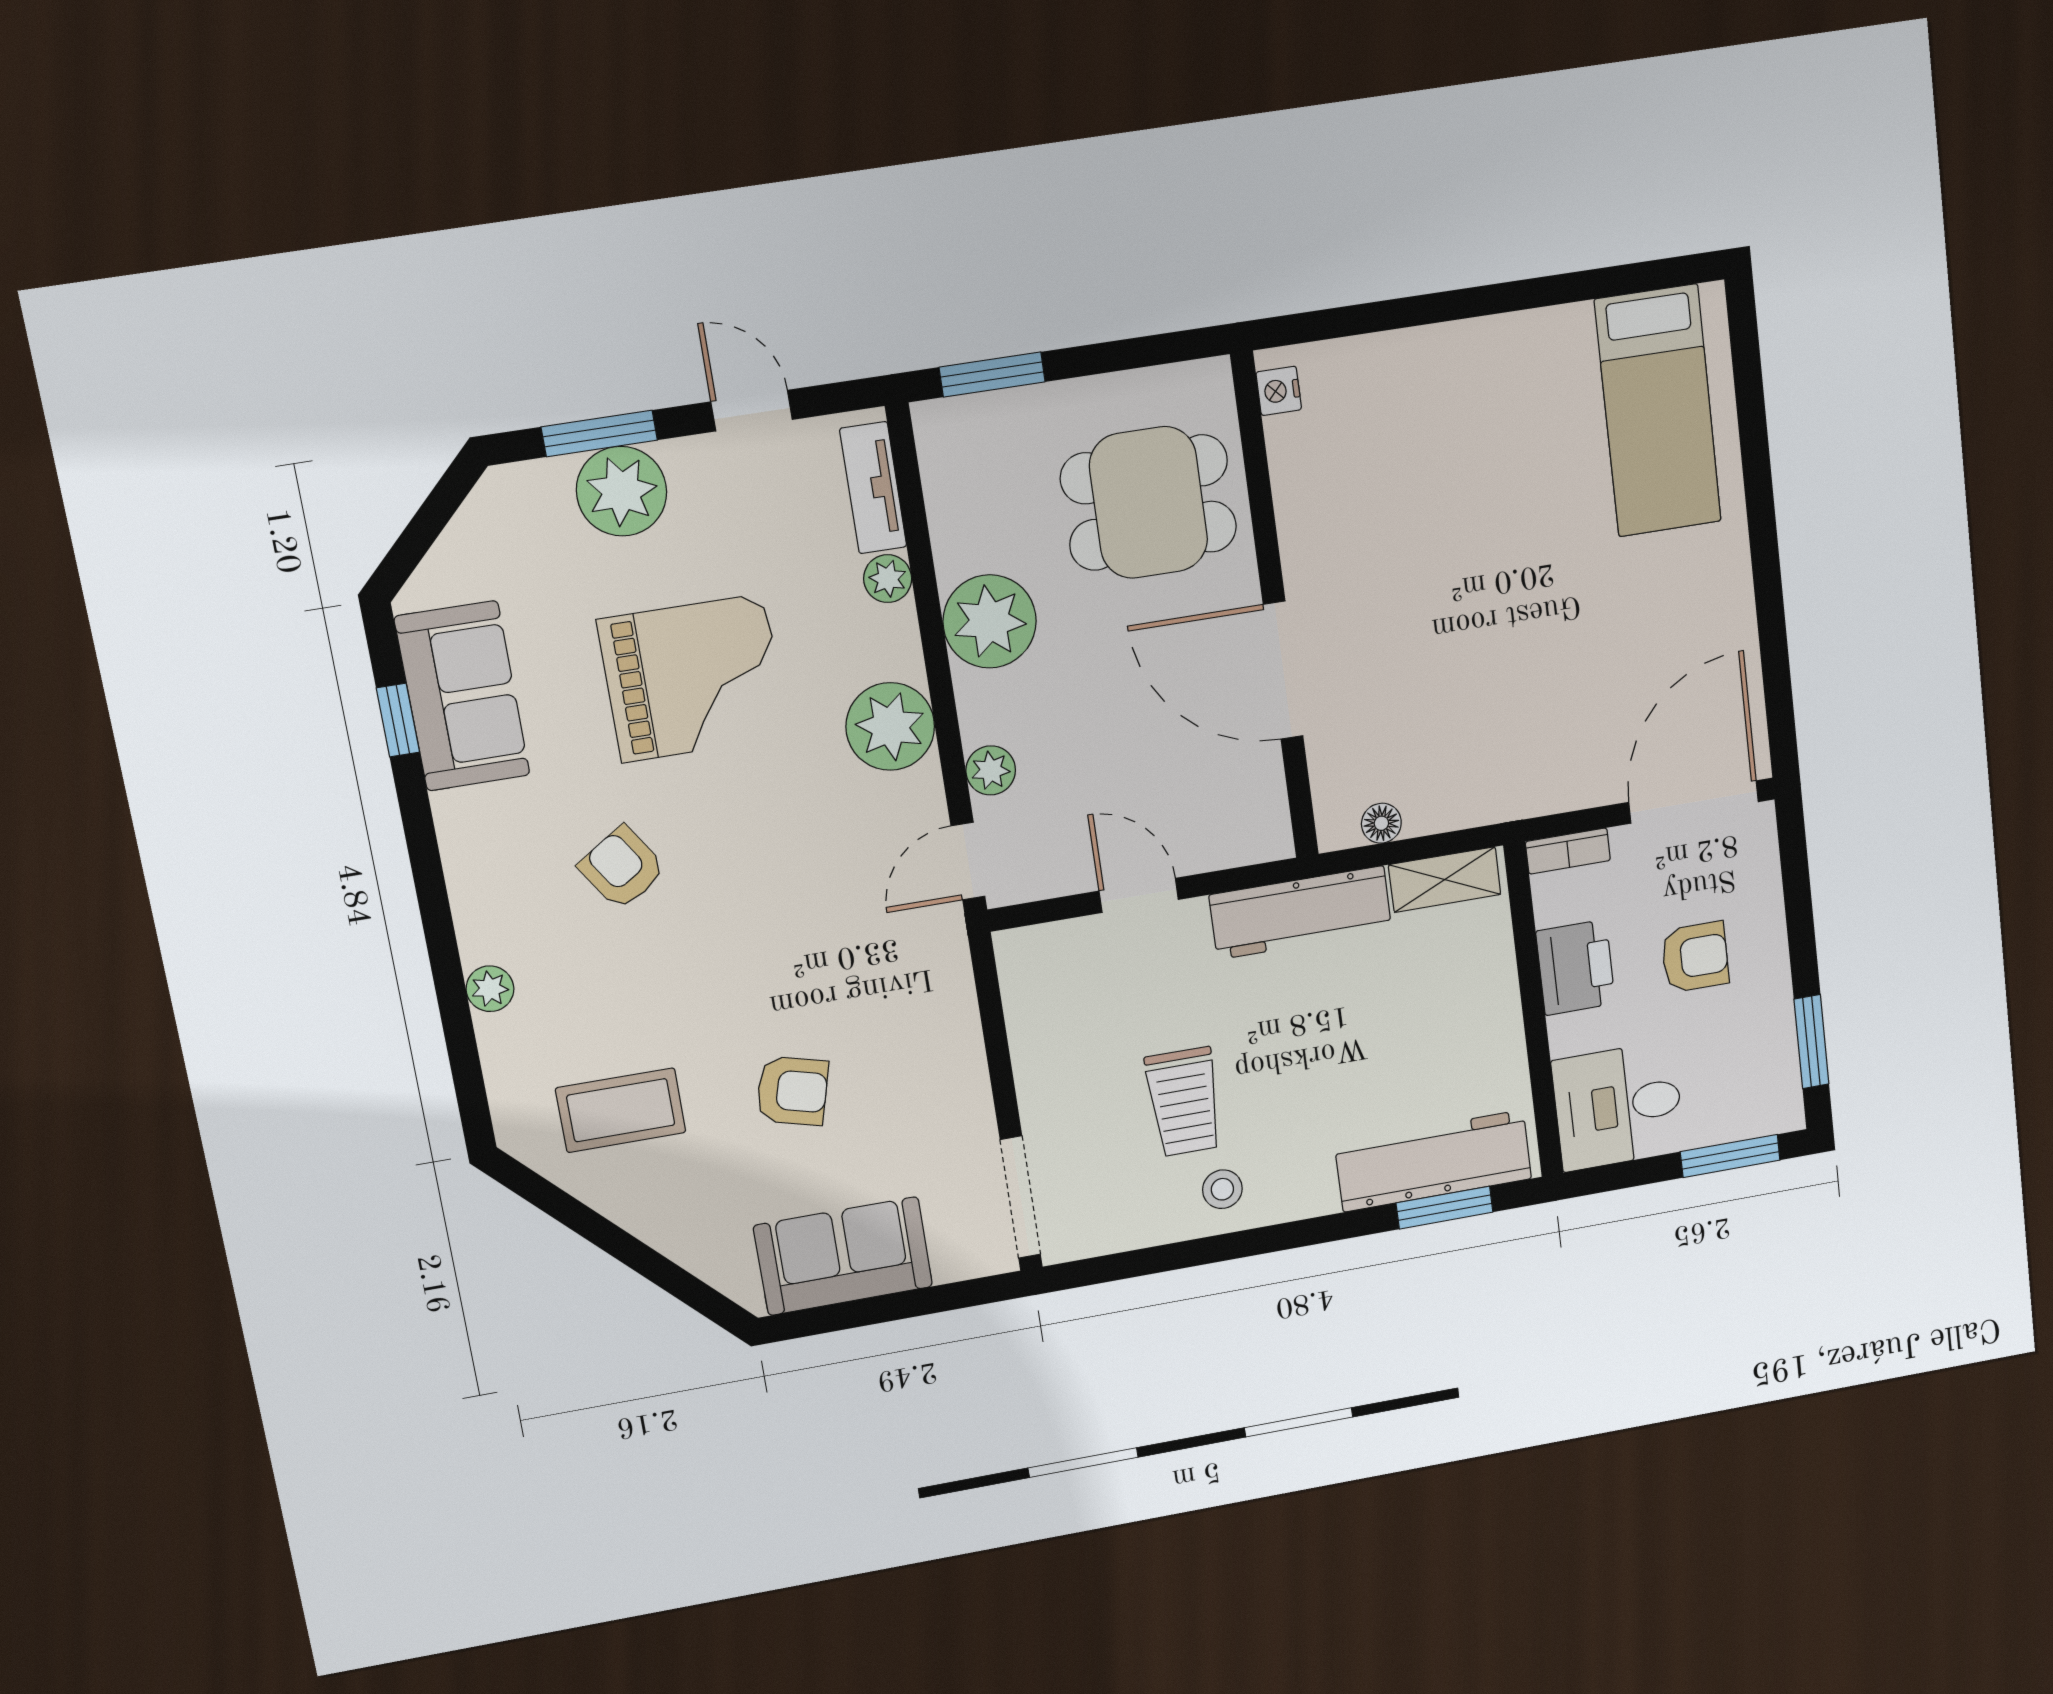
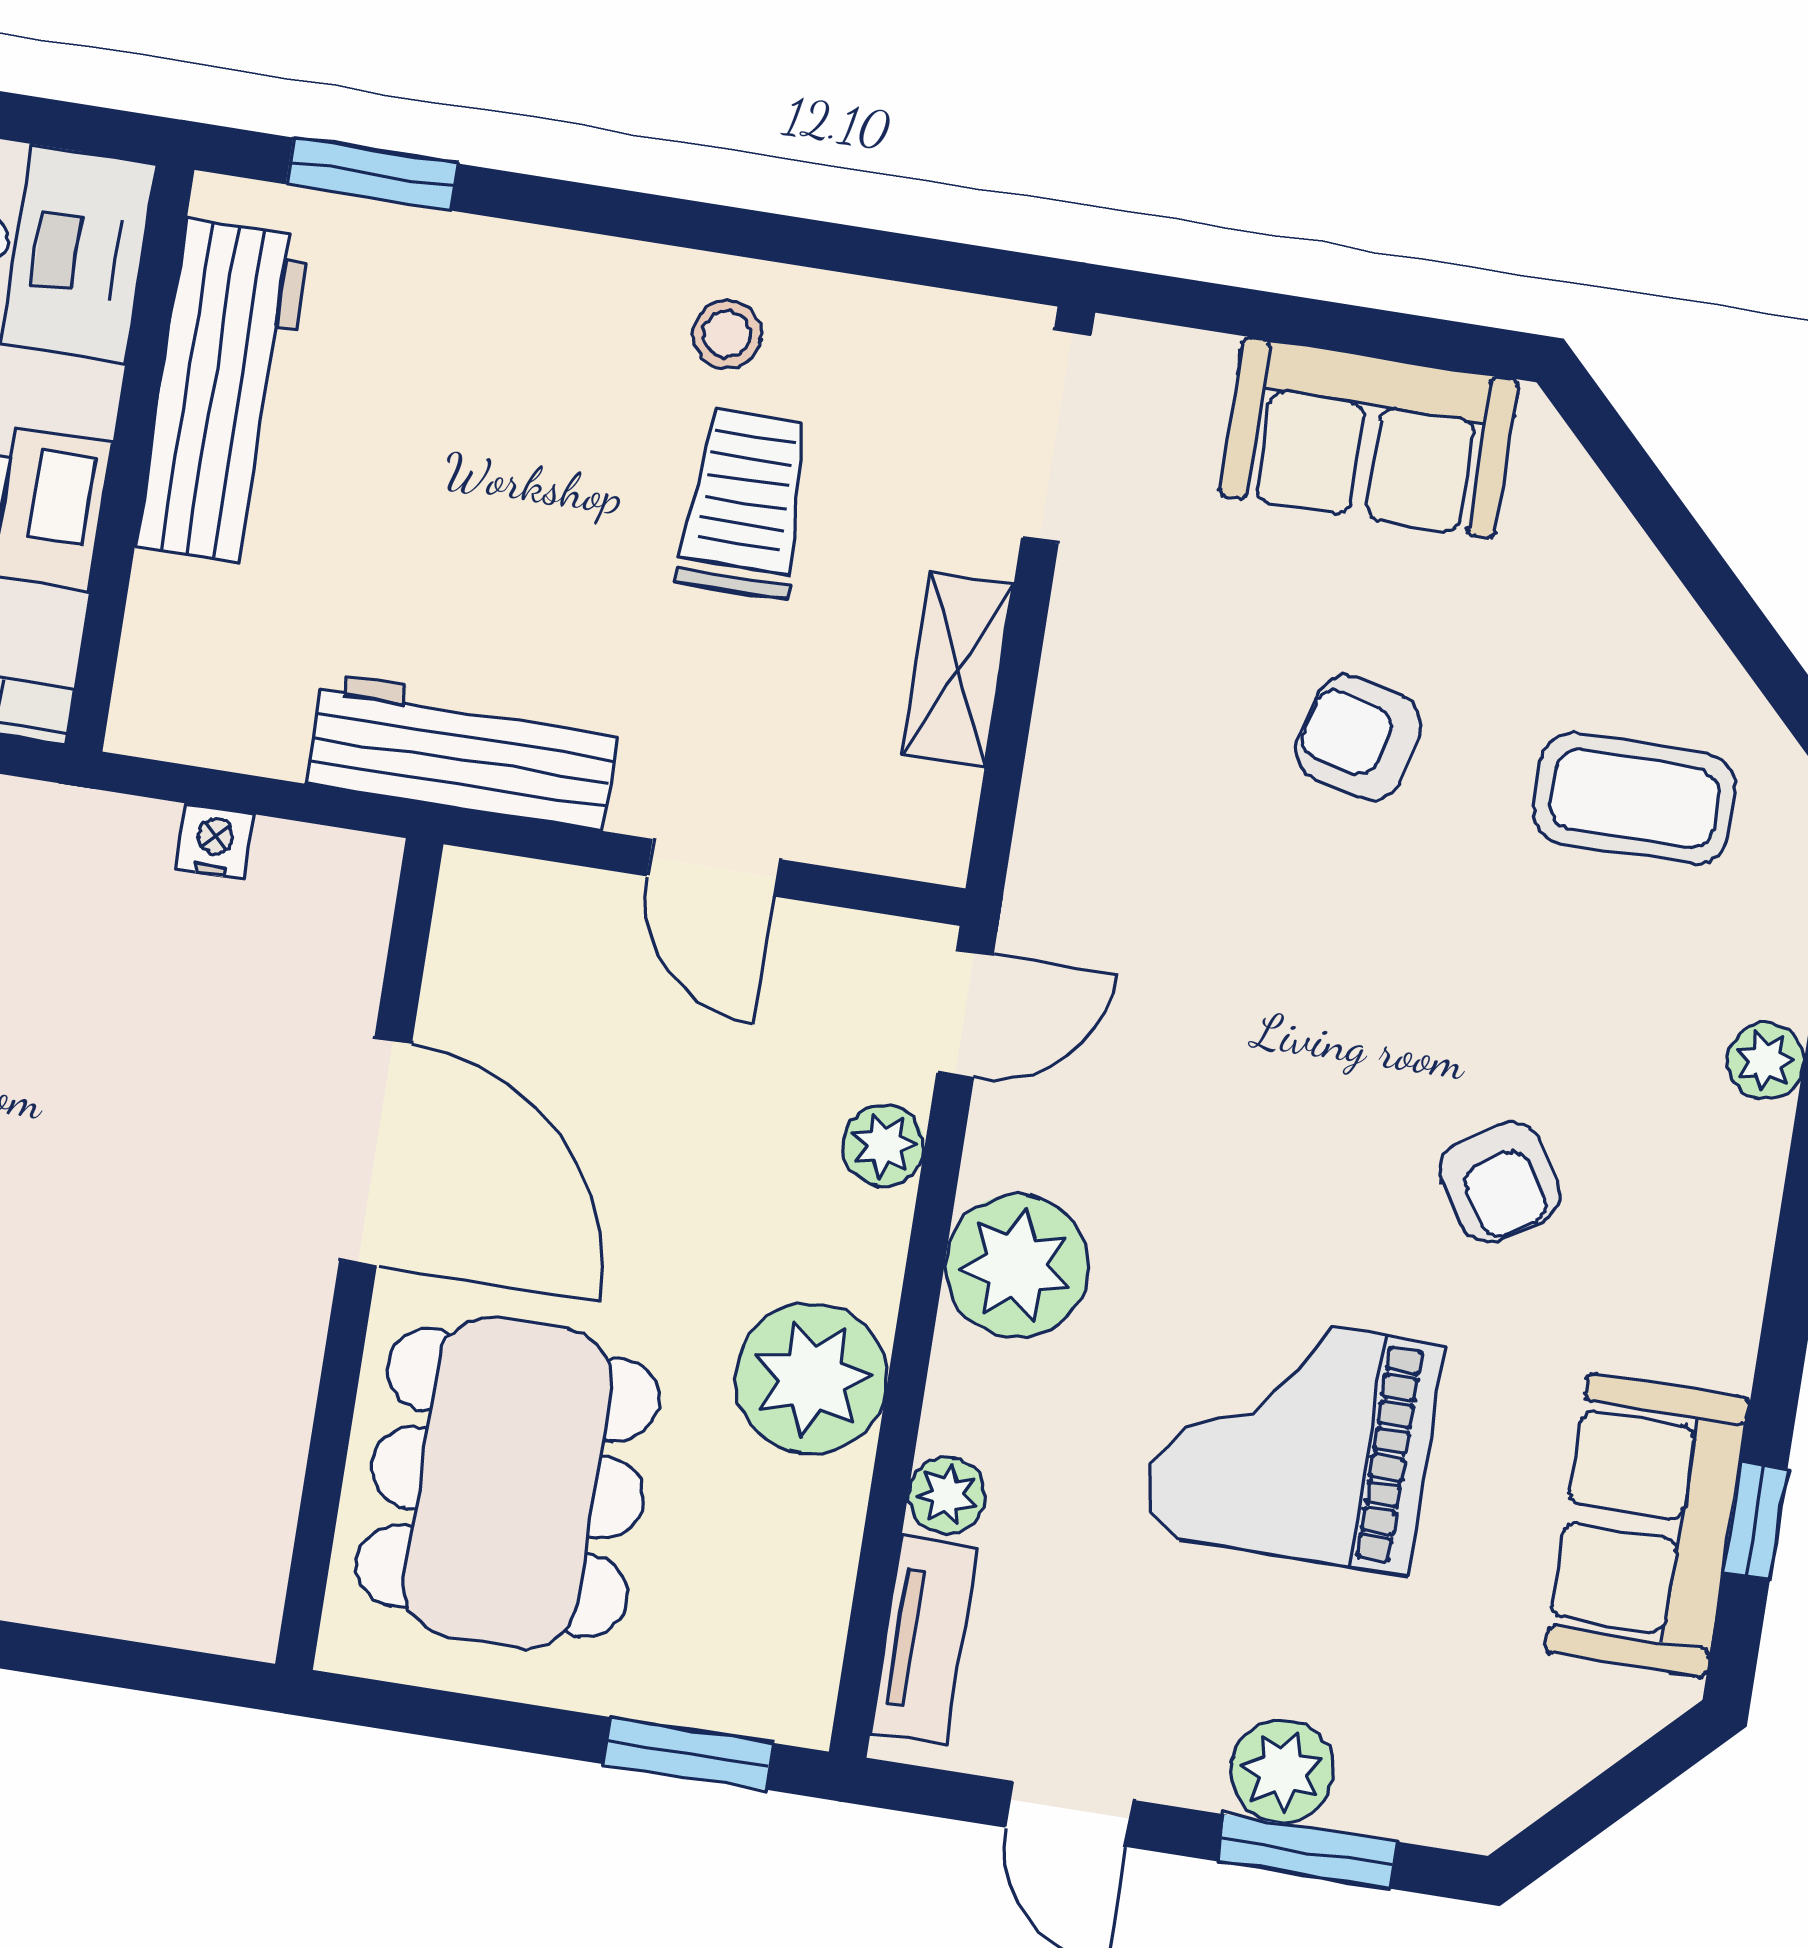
nightstand: (1279, 391) -> (214, 842), moved, turned -90
plant: (622, 491) -> (1282, 1771), width x0.73, depth x0.73
dining table: (1149, 503) -> (508, 1483), width x1.38
floor lamp: (1381, 823) -> (290, 854), removed
shelving: (1445, 880) -> (958, 669), moved, turned 90
workbench: (1433, 1161) -> (223, 392), moved, turned -90

